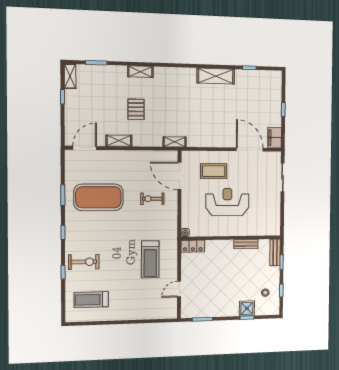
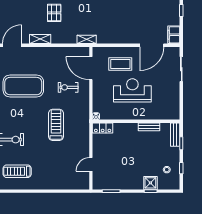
door: (250, 150) -> (152, 45), swing flipped
treadmill: (150, 259) -> (56, 125), moved, turned 180

